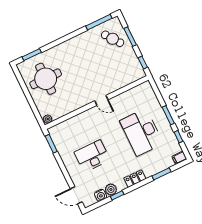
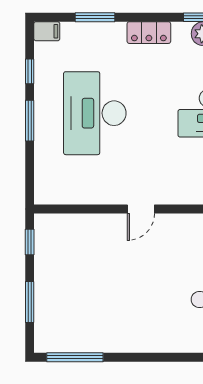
cafe table: (113, 39) -> (64, 314), removed
door: (101, 100) -> (141, 209), swing flipped
desk: (141, 132) -> (95, 113), turned 180

